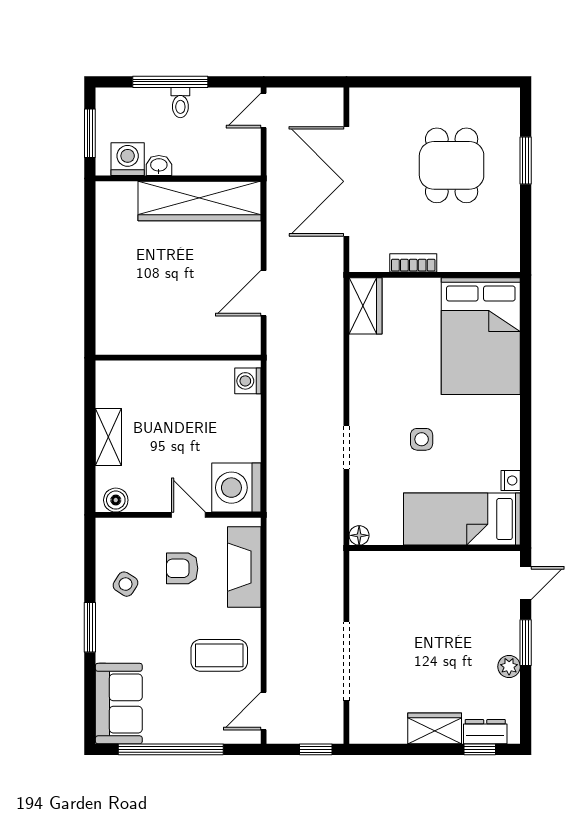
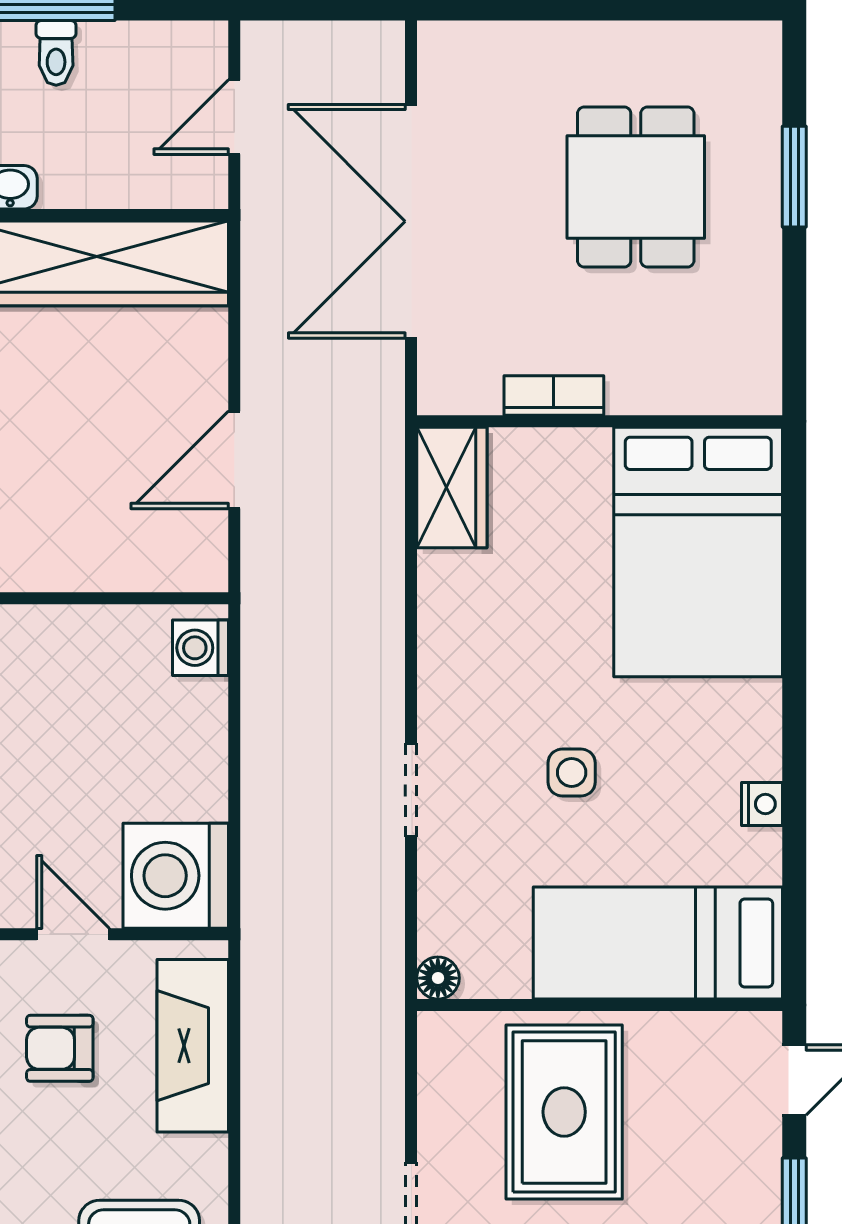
door: (264, 111) -> (234, 117), moved
nightstand: (511, 480) -> (762, 804), moved
rug: (418, 598) -> (564, 1112), added

